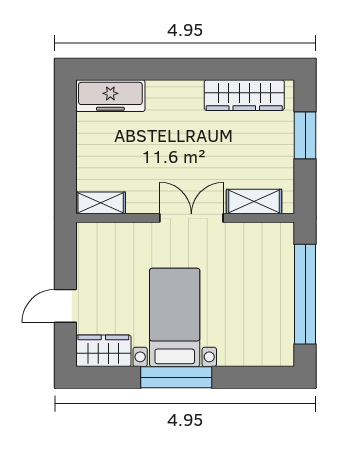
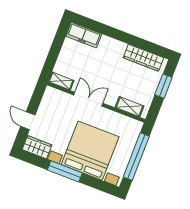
double door: (191, 218) -> (88, 99), moved
door: (65, 306) -> (28, 121), hinge flipped
bed with nightstands: (175, 317) -> (90, 151), width x1.85

